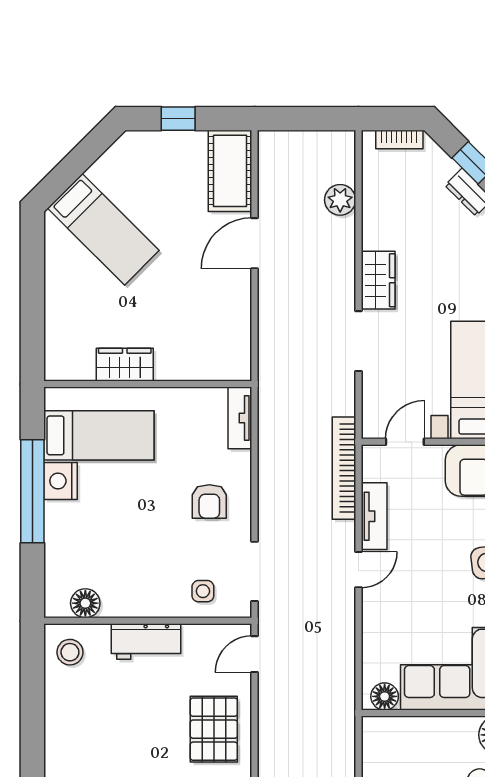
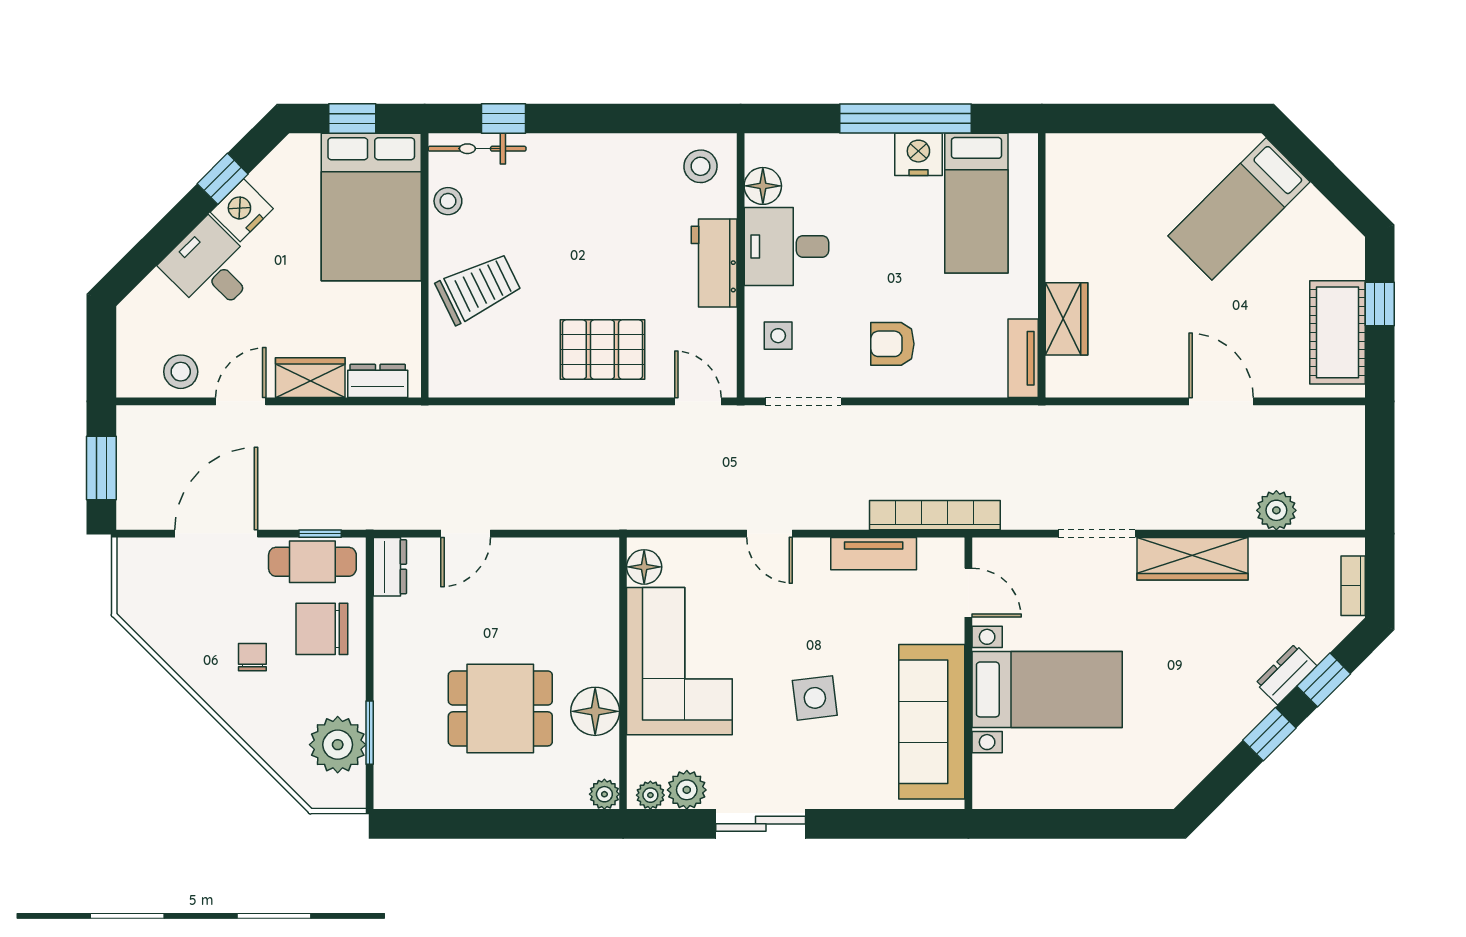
cot: (230, 171) -> (1338, 332), moved, turned 90
wardrobe: (378, 280) -> (1193, 559), width x1.50
wardrobe: (125, 365) -> (1067, 319), moved
tv unit: (240, 418) -> (1023, 358), moved, turned -90
door: (358, 570) -> (770, 534), moved
desk: (133, 585) -> (786, 246), added

